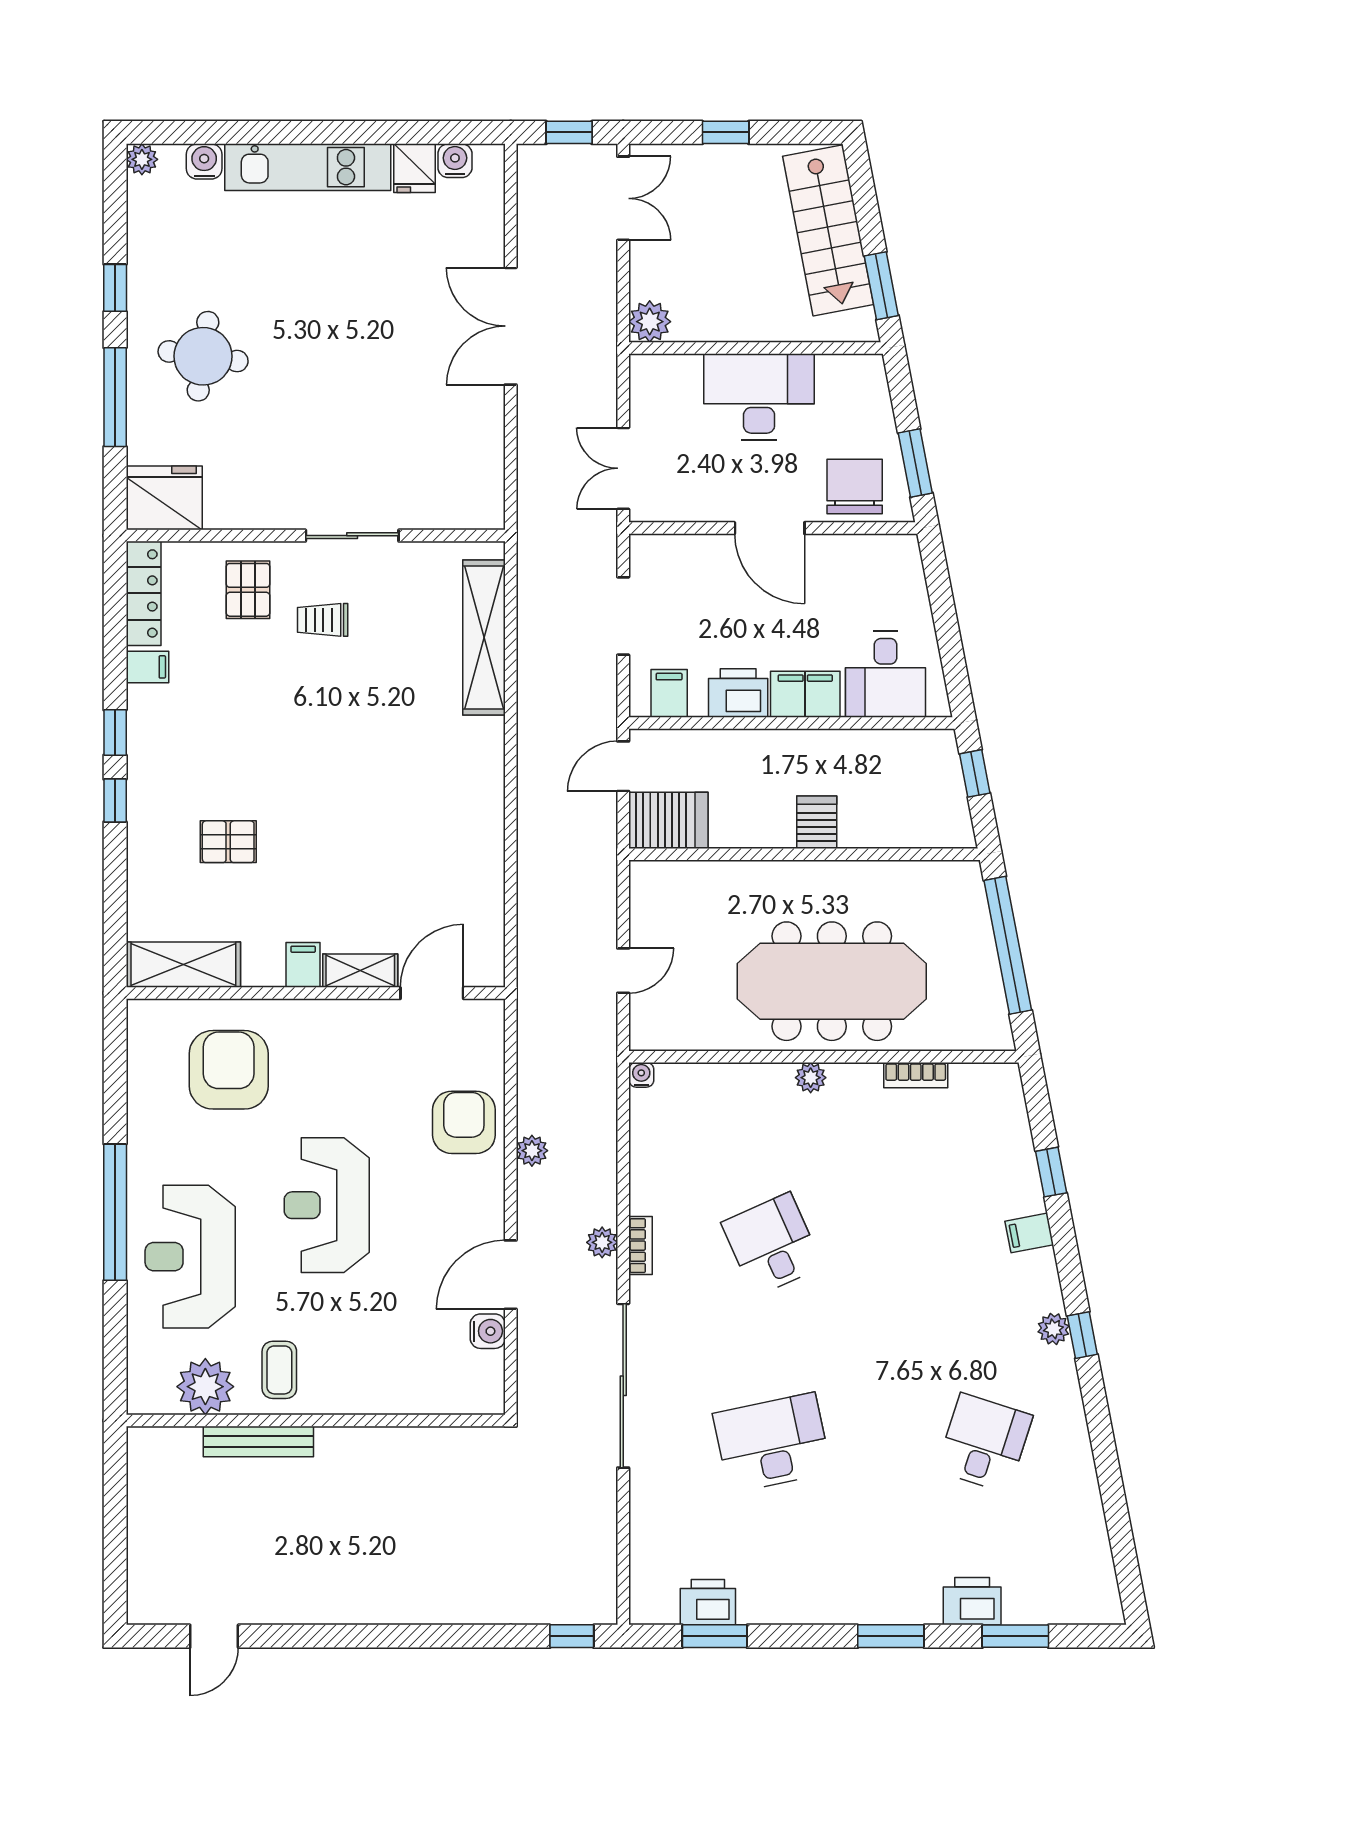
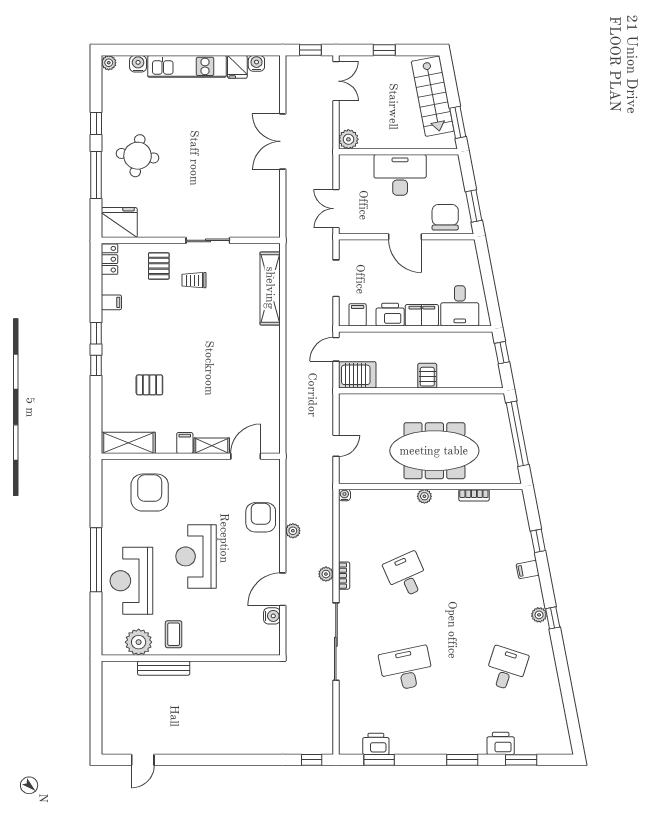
locker: (144, 593) -> (110, 259), width x0.66

